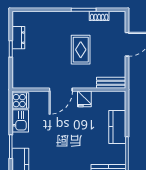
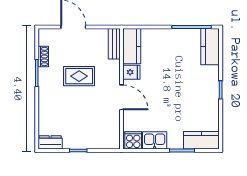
dresser: (18, 38) -> (50, 142), moved
kitchen counter: (117, 127) -> (132, 46), moved, turned -90

